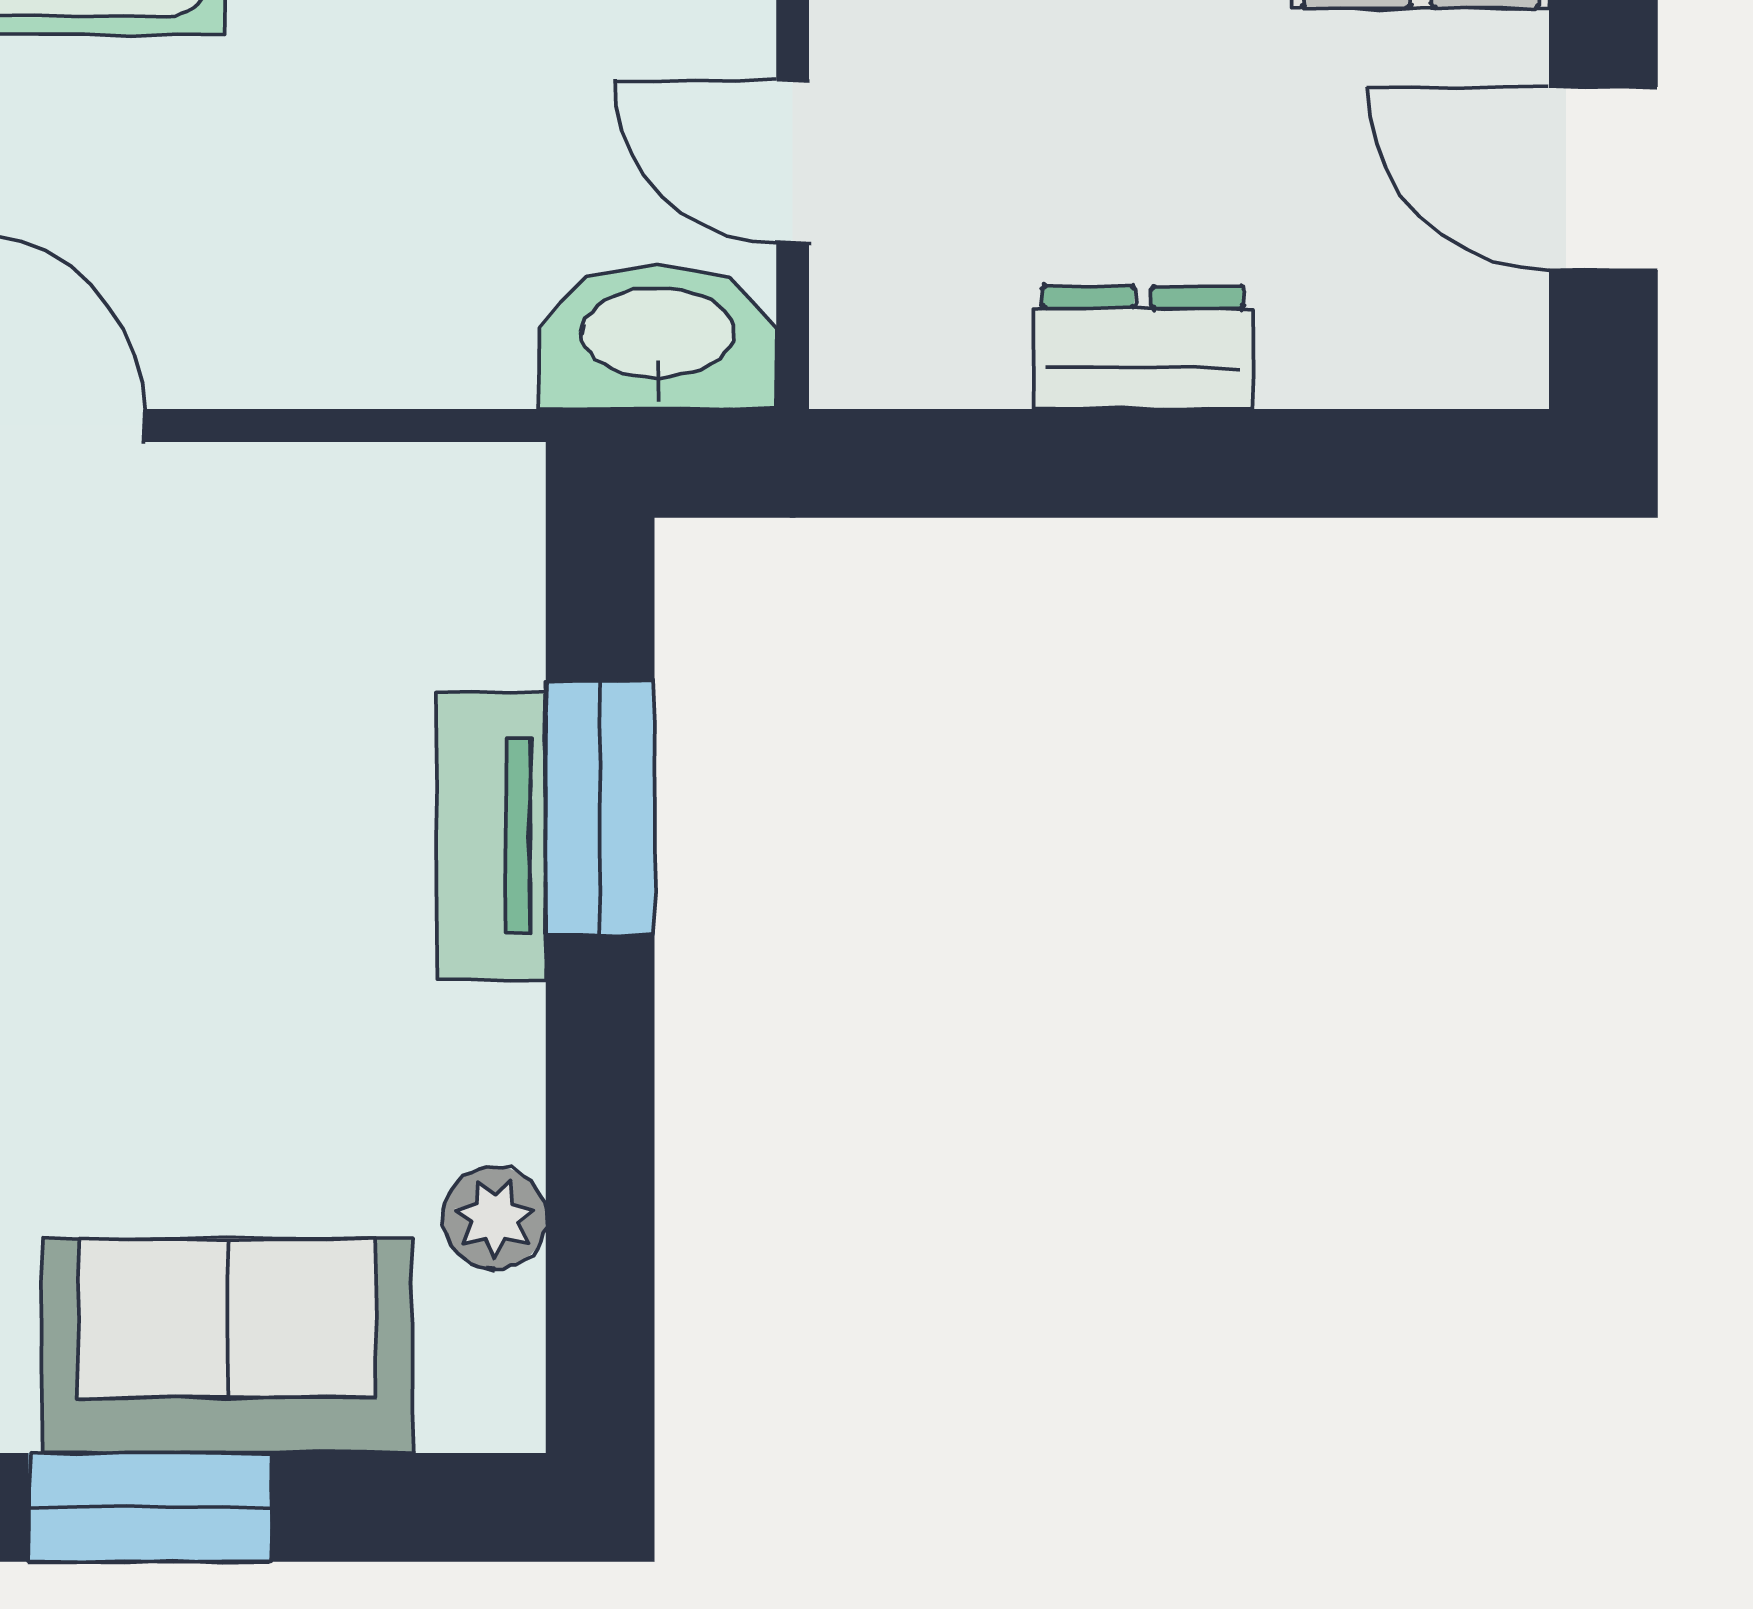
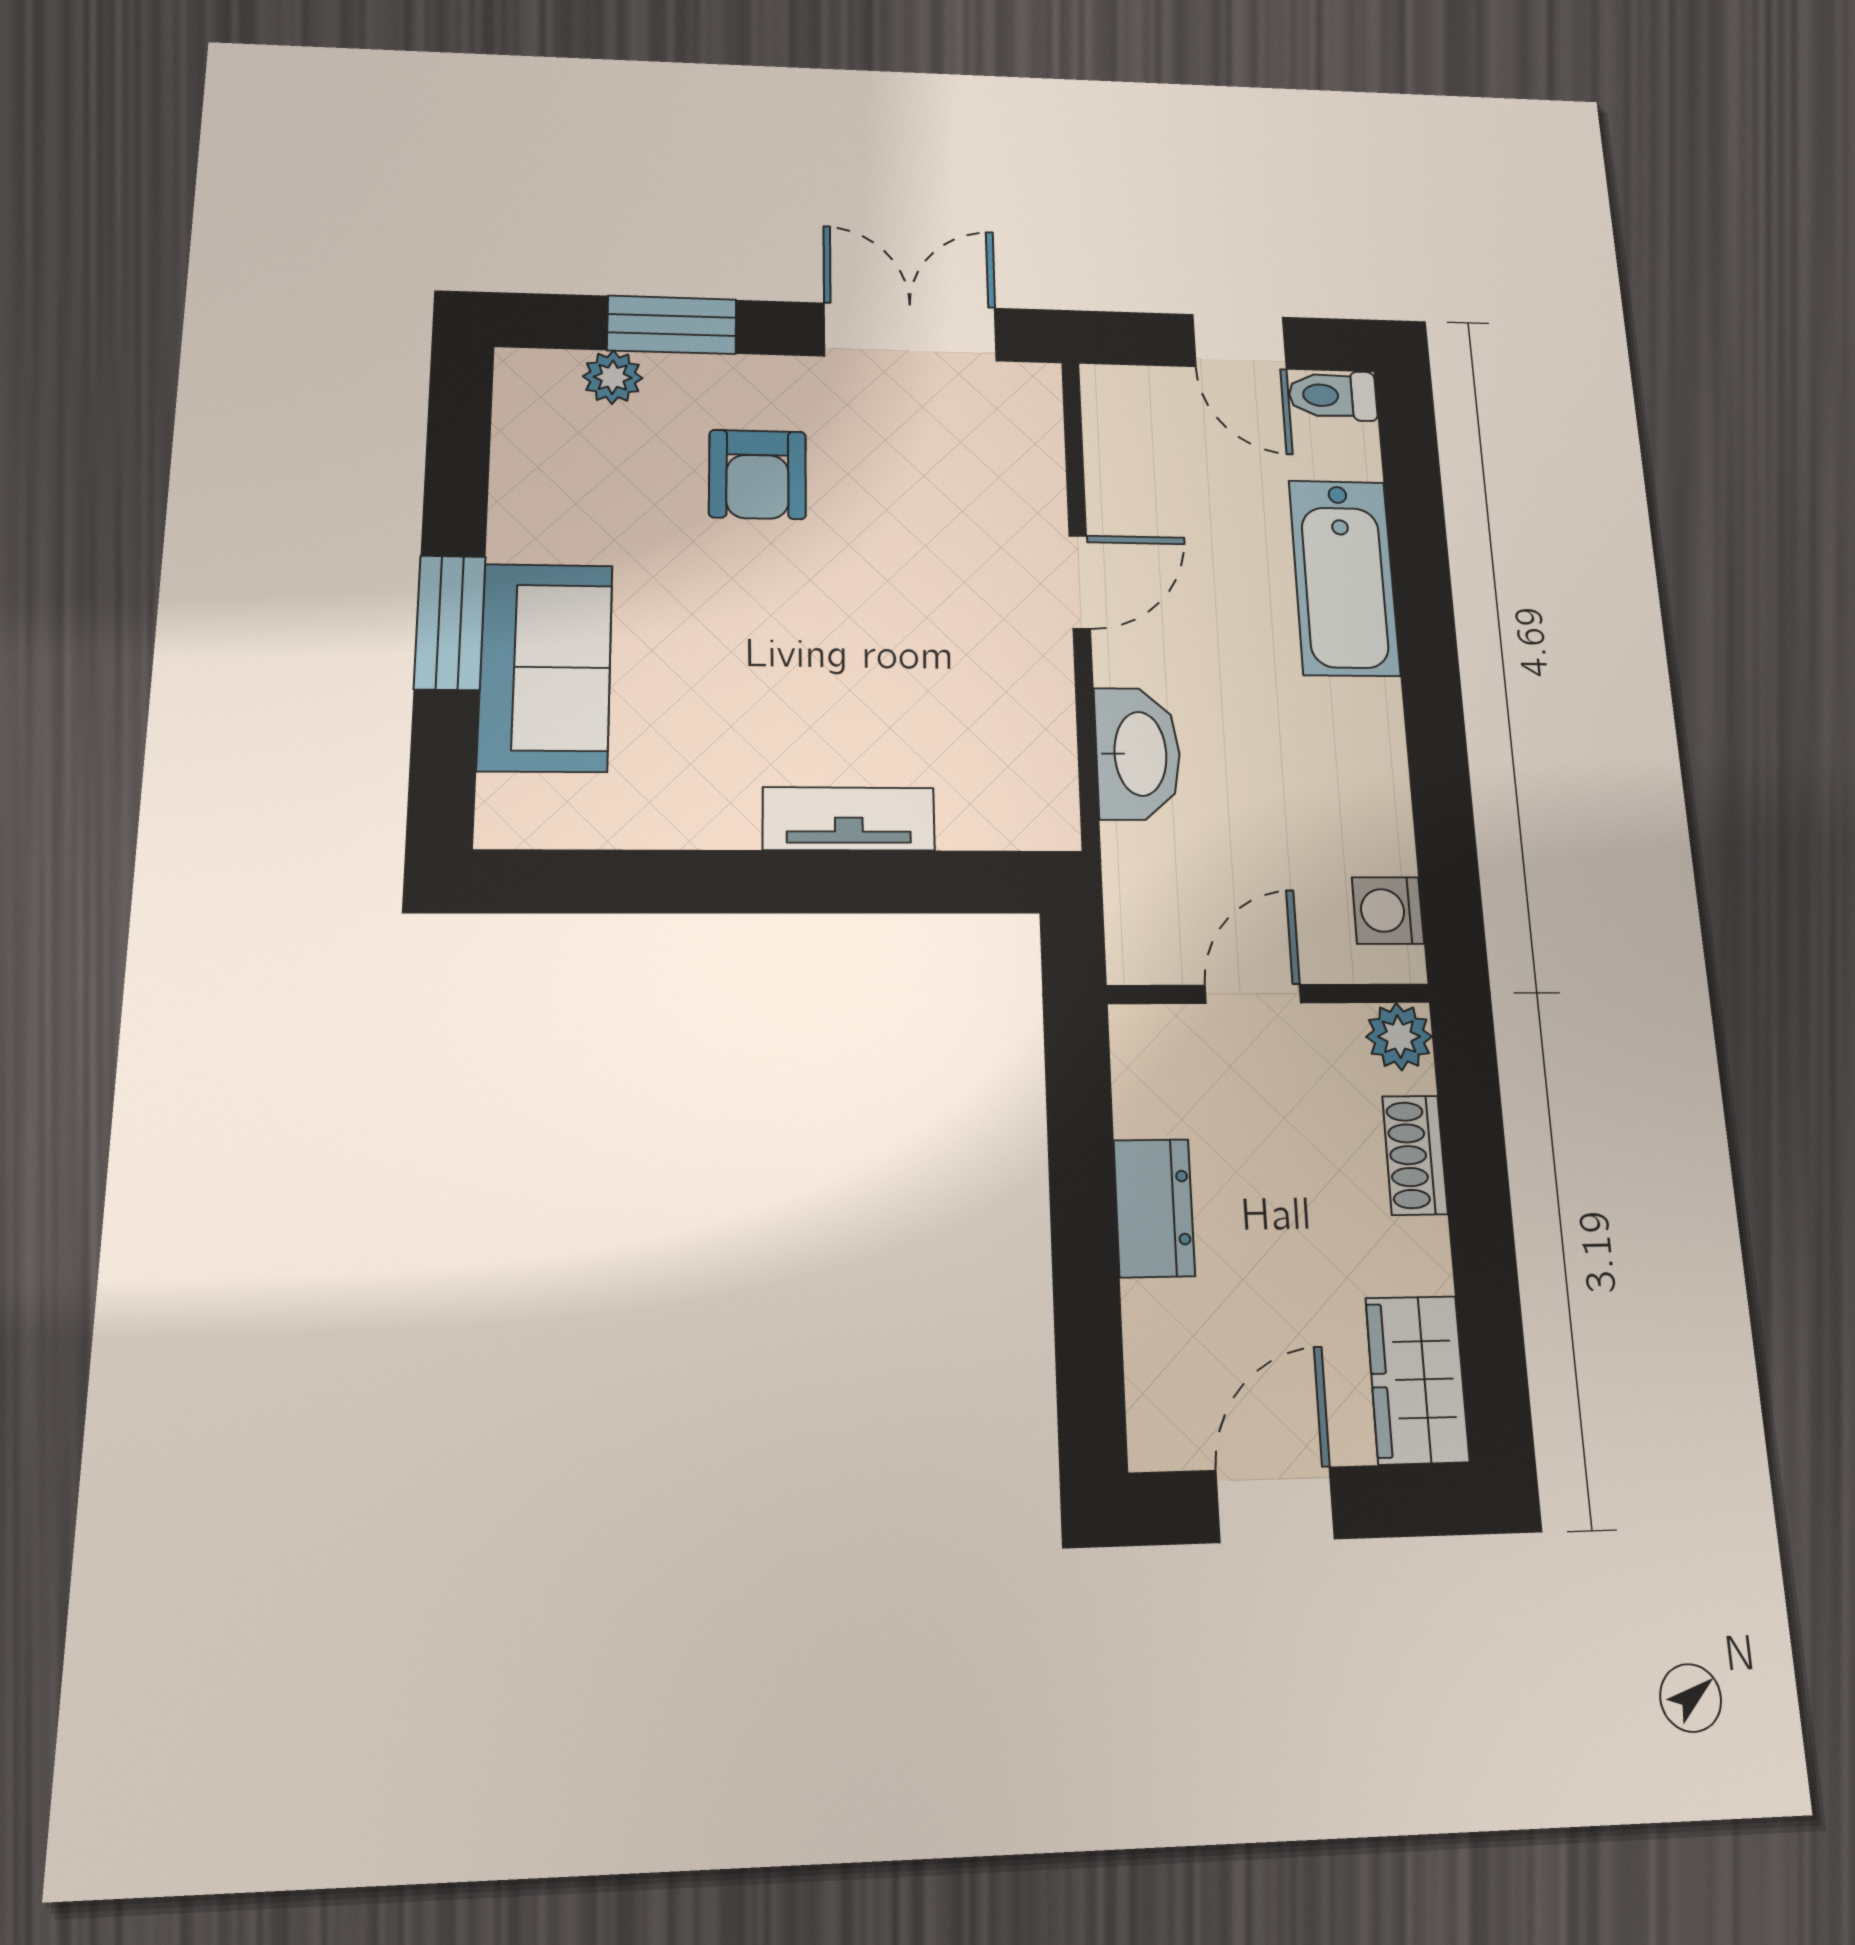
washbasin: (658, 337) -> (1138, 754), moved
window: (600, 808) -> (866, 882), removed
plant: (495, 1218) -> (619, 820), removed

